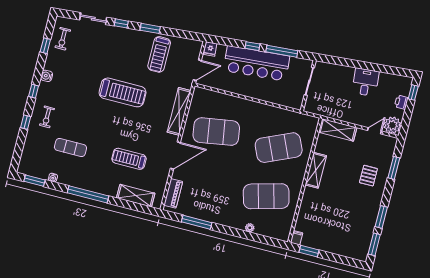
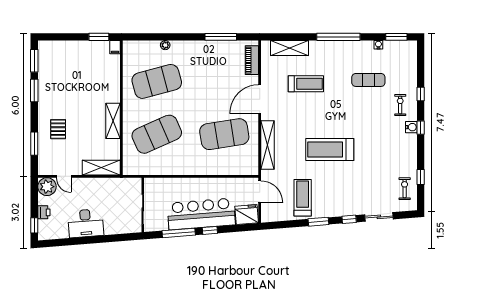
fridge: (210, 49) -> (247, 215), width x1.88, depth x1.34
door: (197, 70) -> (260, 192), swing flipped
water cooler: (47, 76) -> (411, 127), moved
desk: (365, 82) -> (86, 223), width x1.37
door: (374, 131) -> (64, 176), hinge flipped

